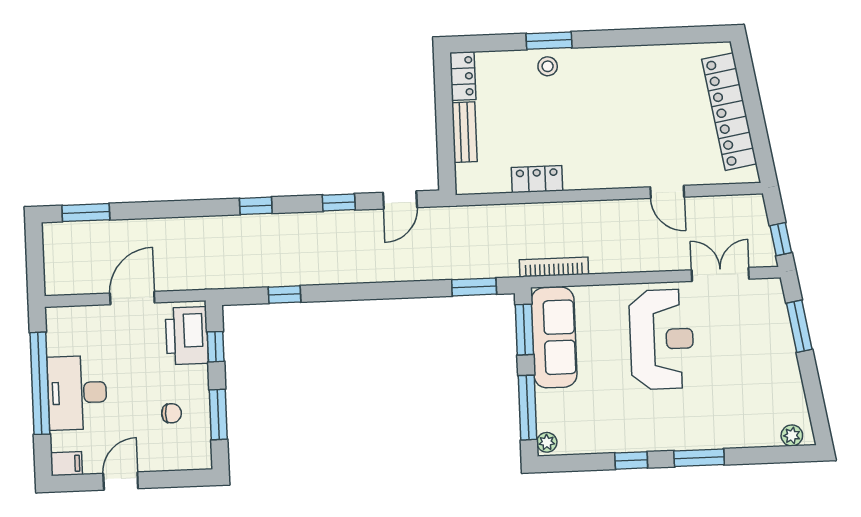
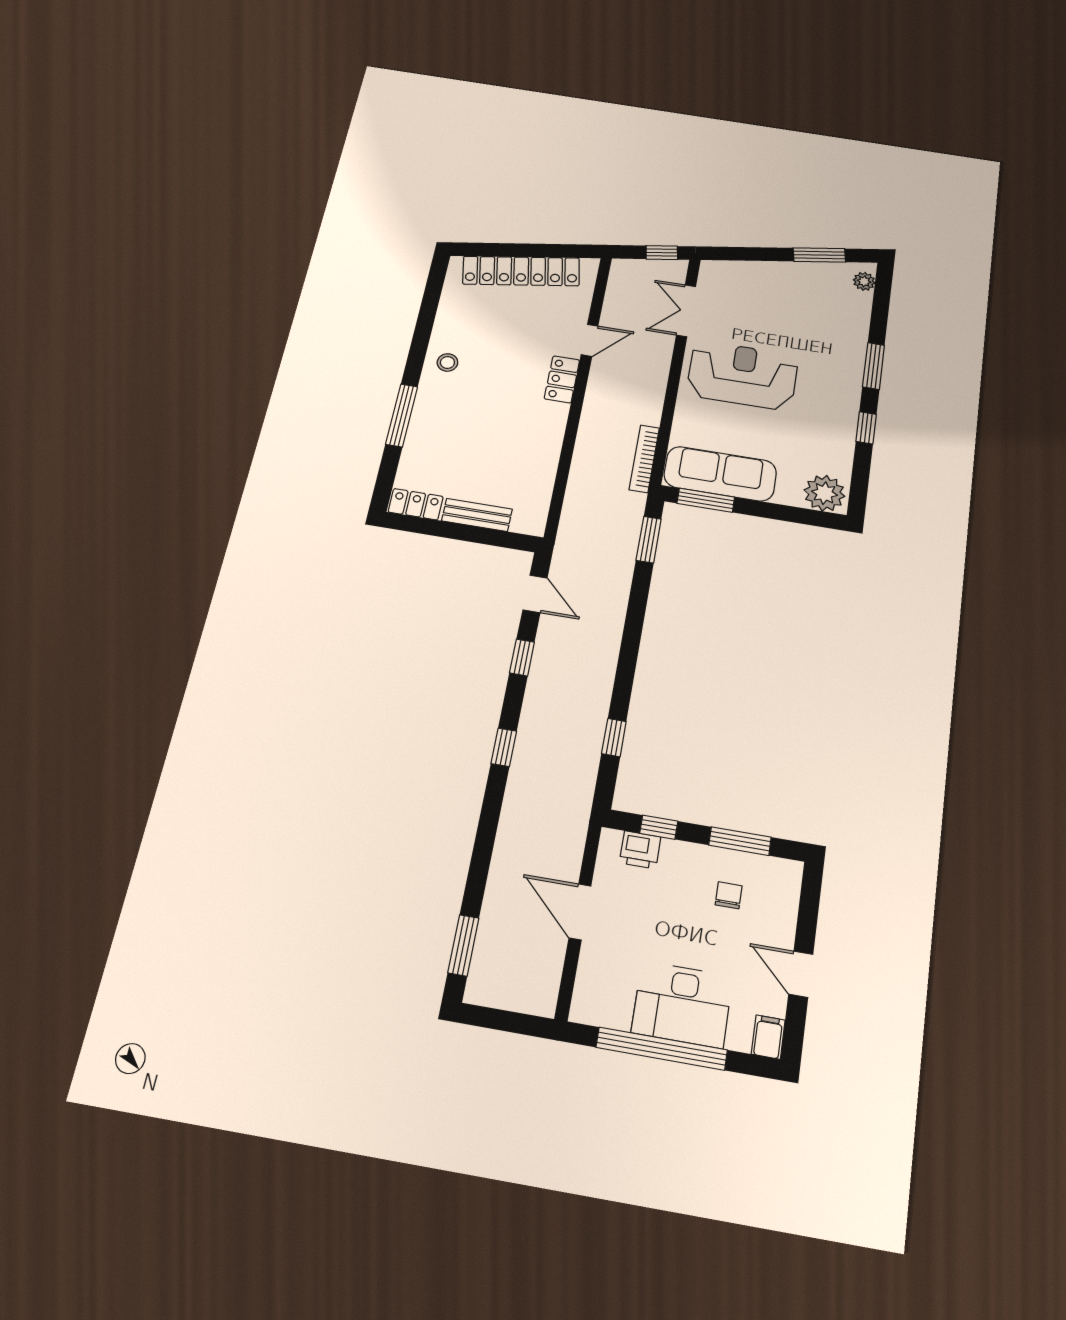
window: (549, 41) -> (402, 415), width x1.44
stool: (548, 66) -> (447, 362), moved
locker: (537, 179) -> (562, 379), moved
window: (799, 326) -> (819, 255), moved
printer: (187, 336) -> (640, 850), width x0.53, depth x0.68
window: (527, 408) -> (792, 514), removed
plant: (547, 442) -> (824, 493), width x1.88, depth x1.88

